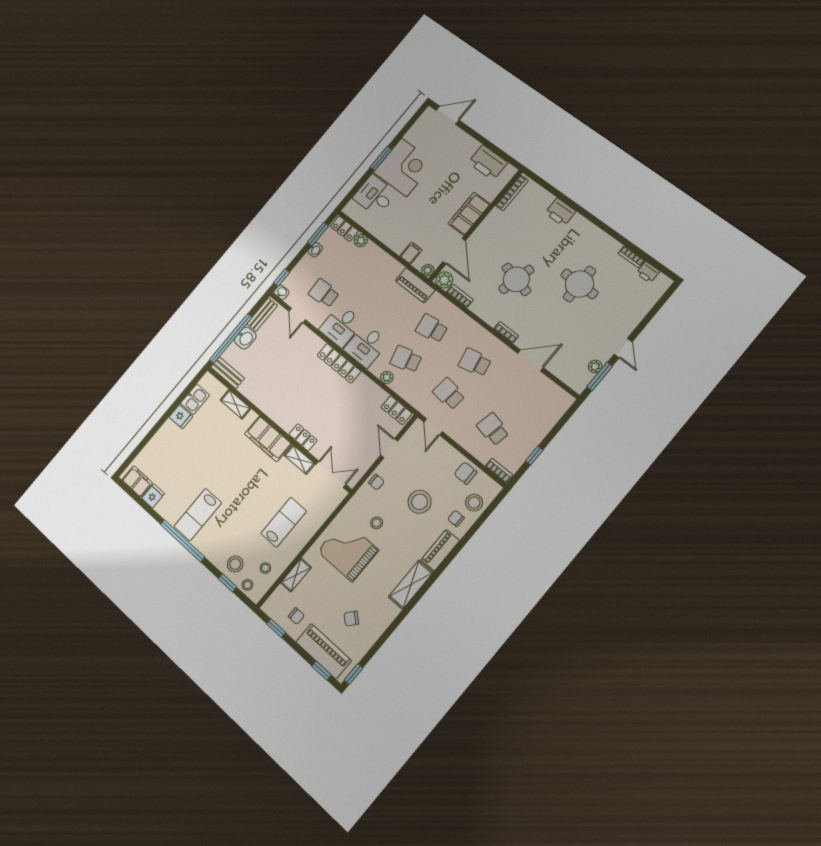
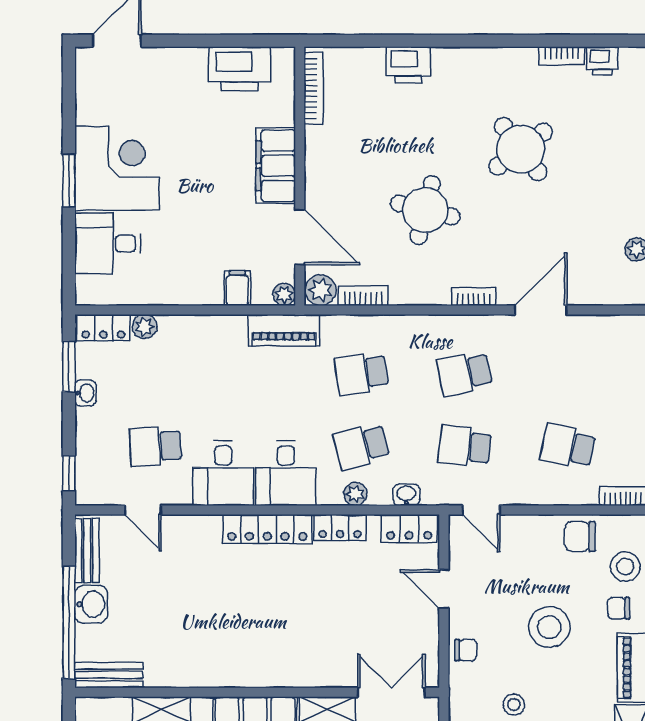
round table: (580, 284) -> (521, 149), turned -37
washbasin: (282, 292) -> (406, 495), moved
locker: (303, 437) -> (340, 528), moved, turned 180

